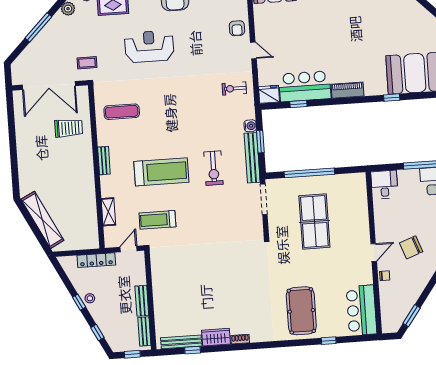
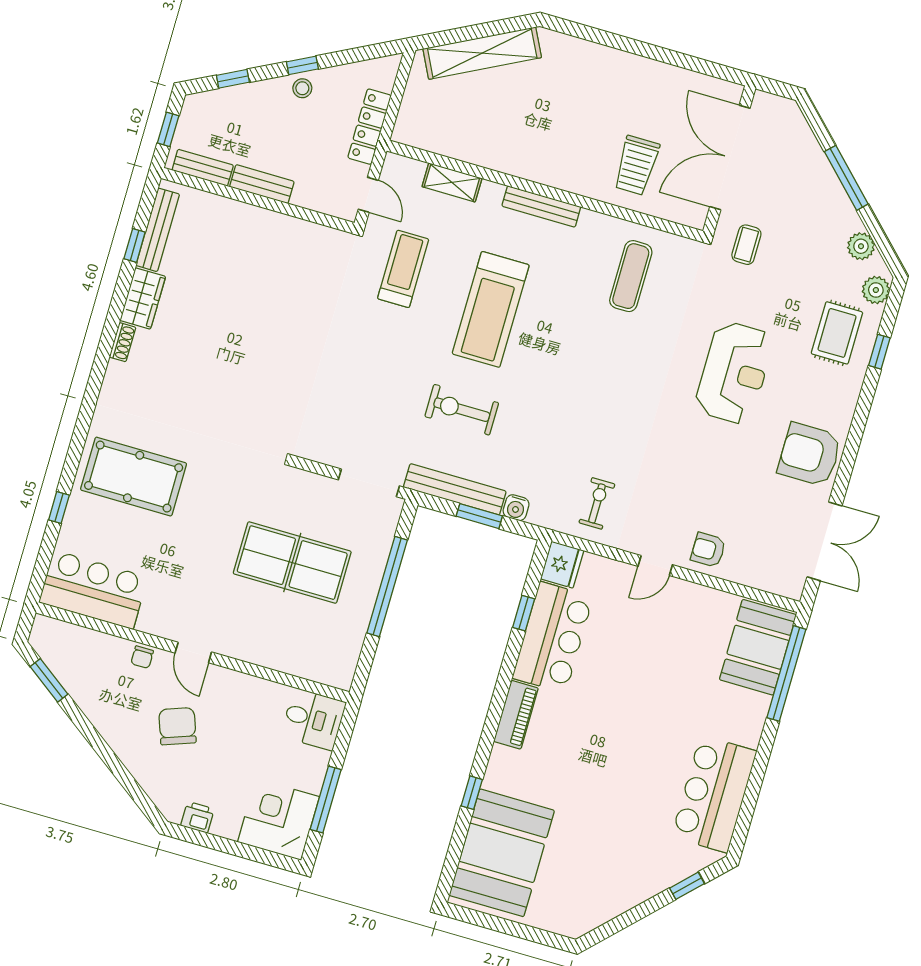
bench: (104, 161) -> (541, 206), width x1.36

